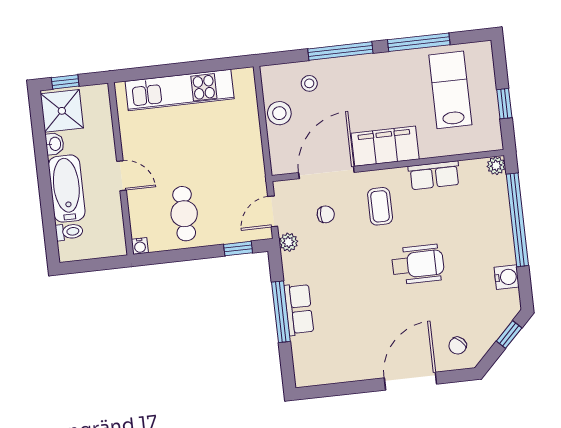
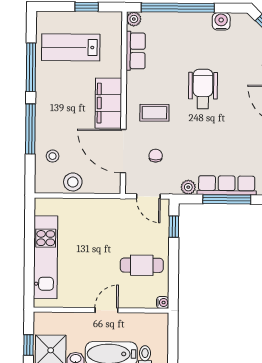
row of seats: (434, 175) -> (136, 51), moved
plant: (288, 242) -> (188, 187), moved
row of seats: (299, 309) -> (227, 185), width x1.48

